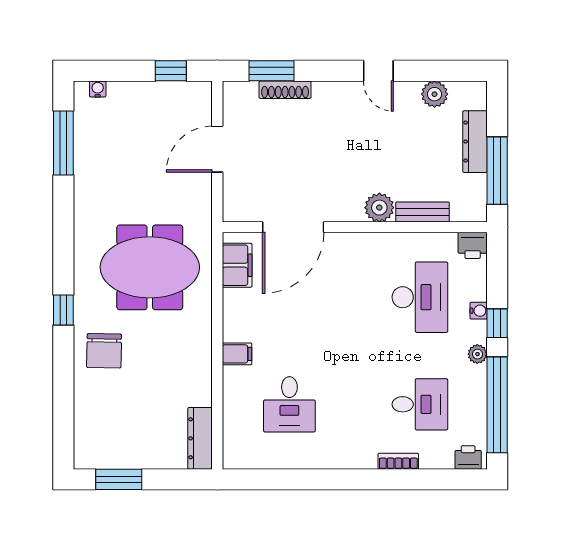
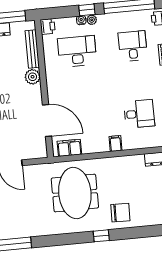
bench: (423, 212) -> (32, 49), width x1.36
plant: (477, 354) -> (92, 20), moved

